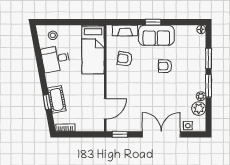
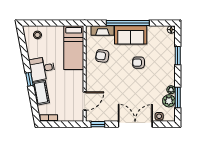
window: (153, 22) -> (128, 23), width x3.17
desk: (55, 59) -> (42, 68), moved
window: (209, 86) -> (178, 98), moved
window: (47, 102) -> (29, 79), moved

